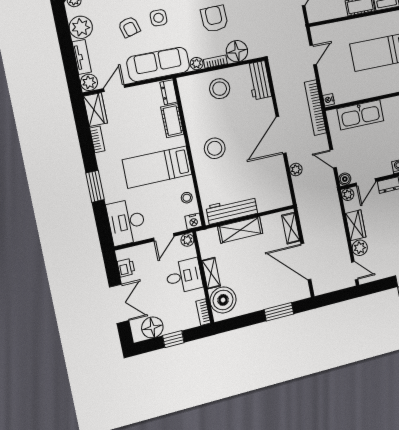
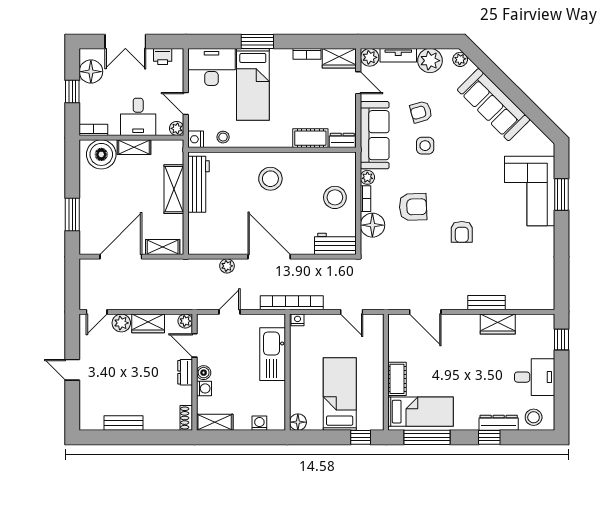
bed: (157, 167) -> (253, 84), moved, turned 180
boiler: (345, 179) -> (204, 373), moved

